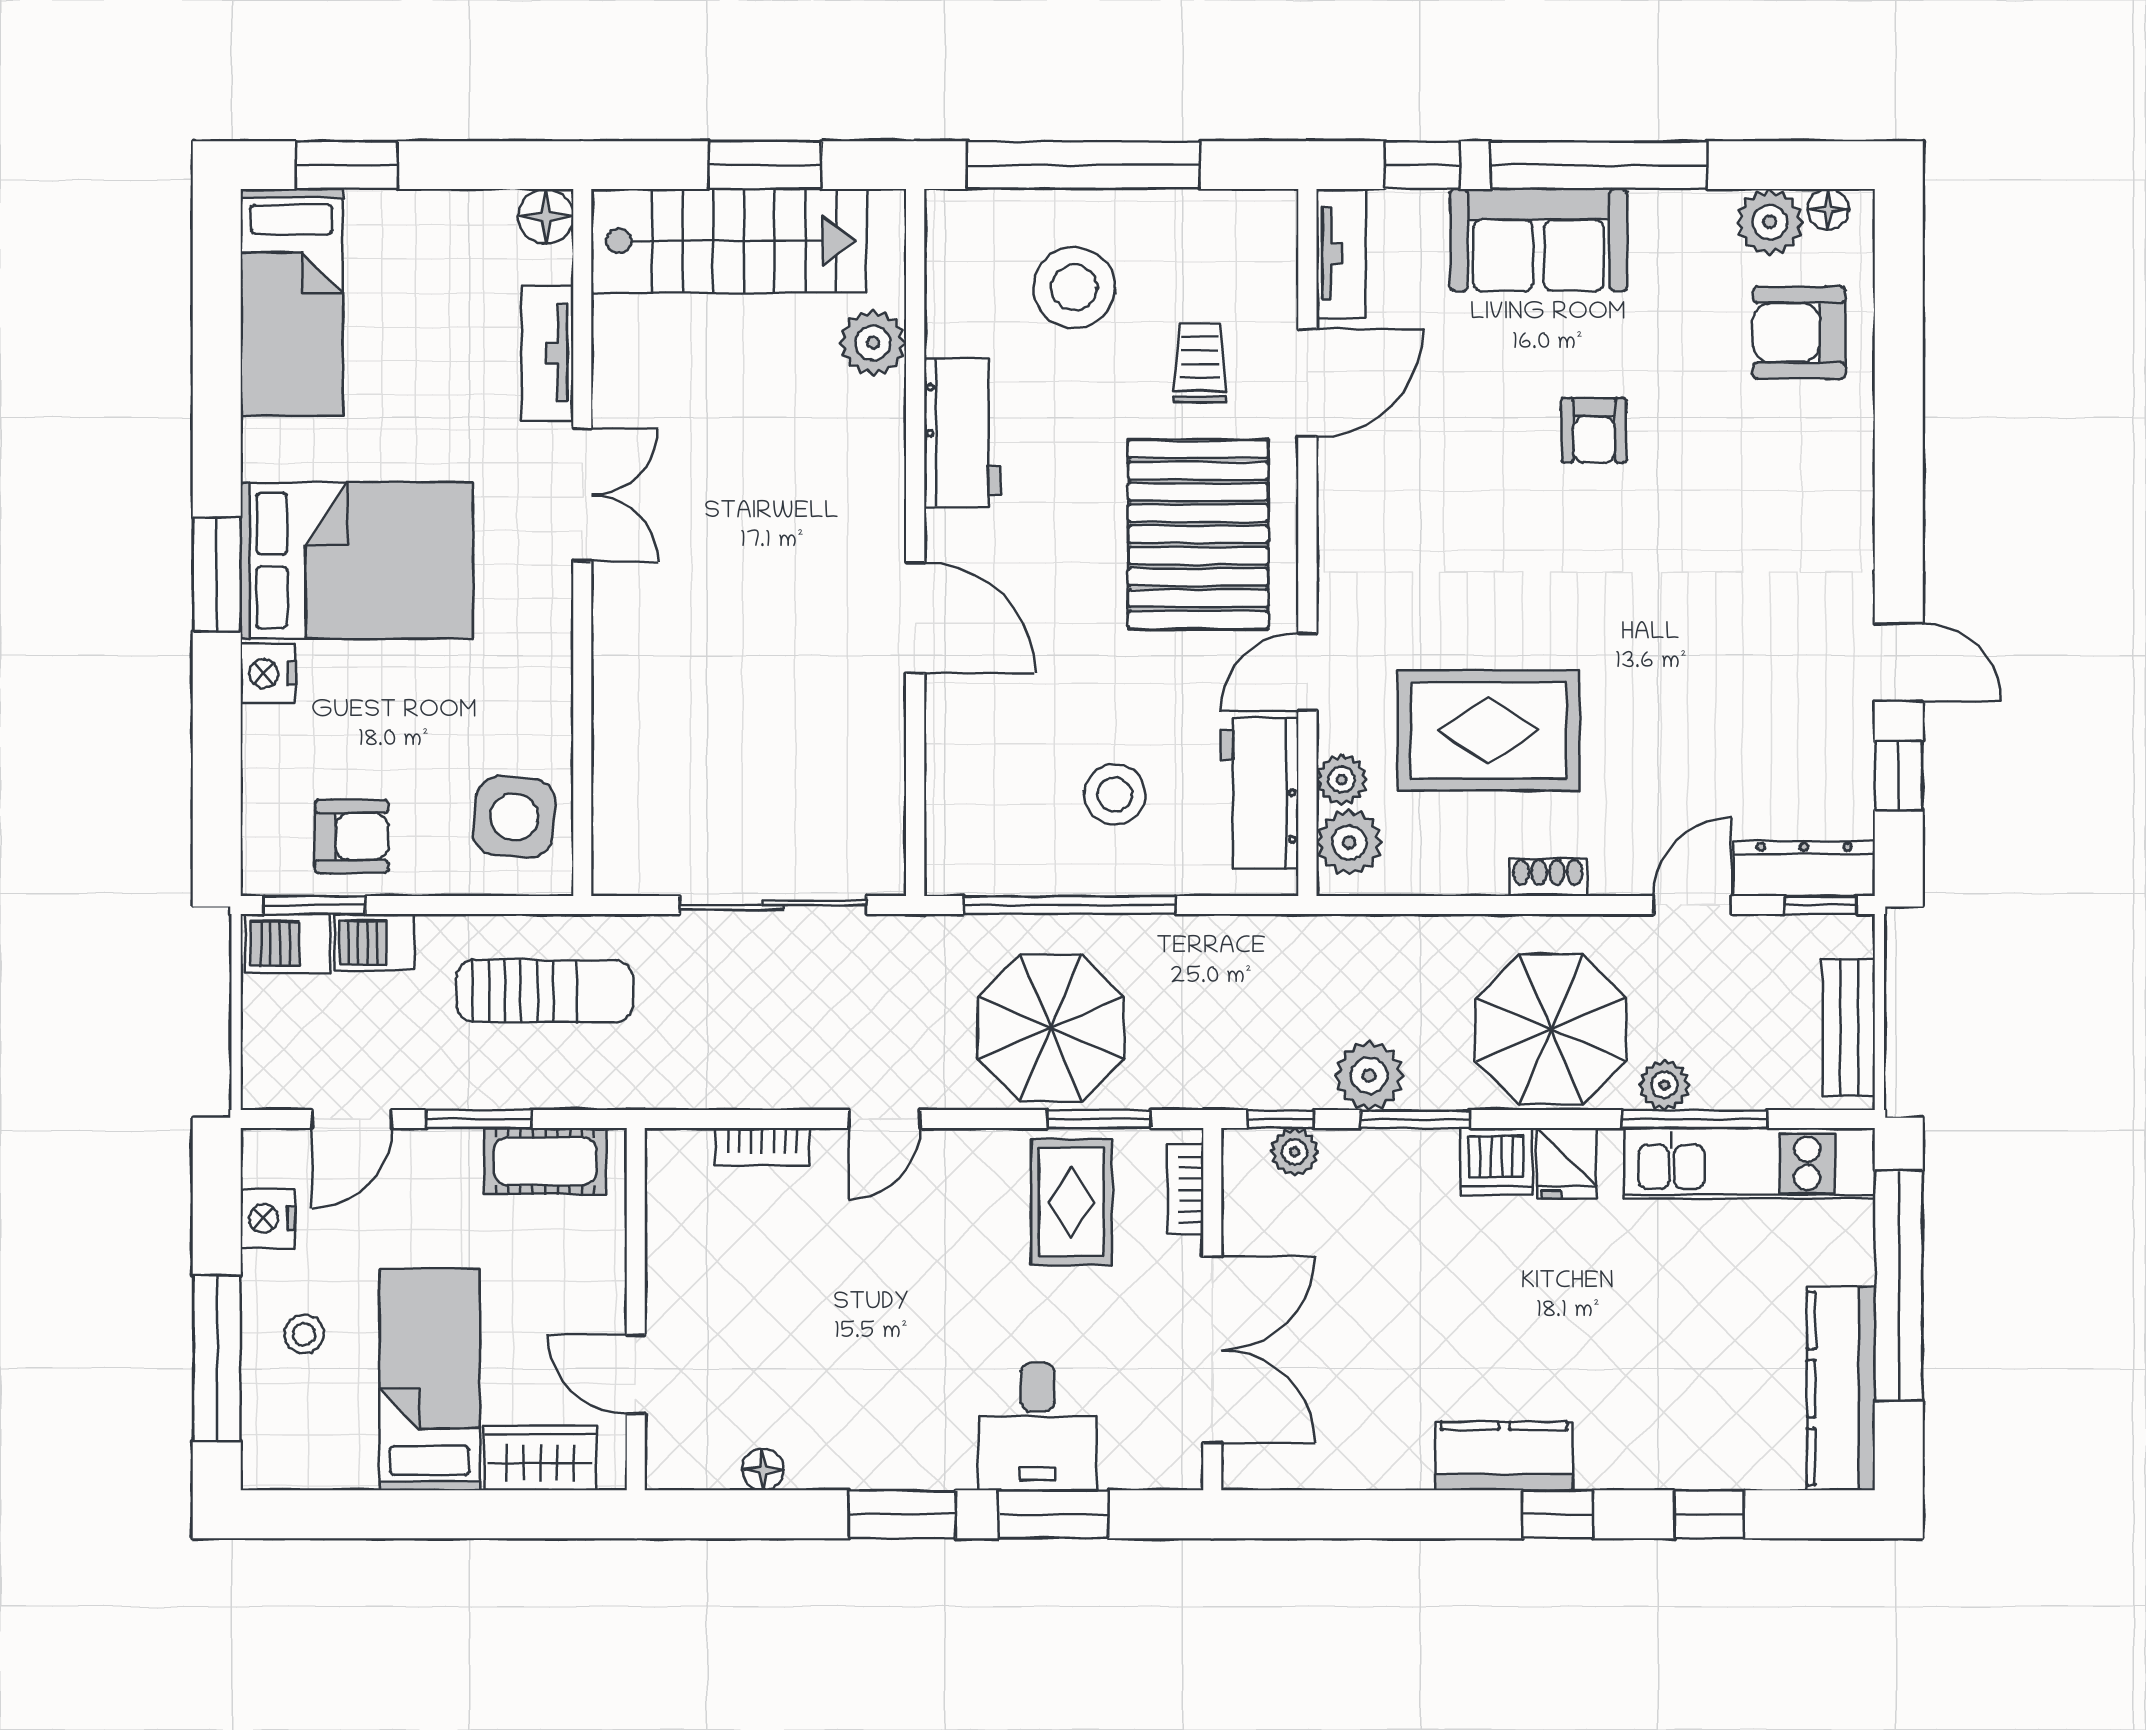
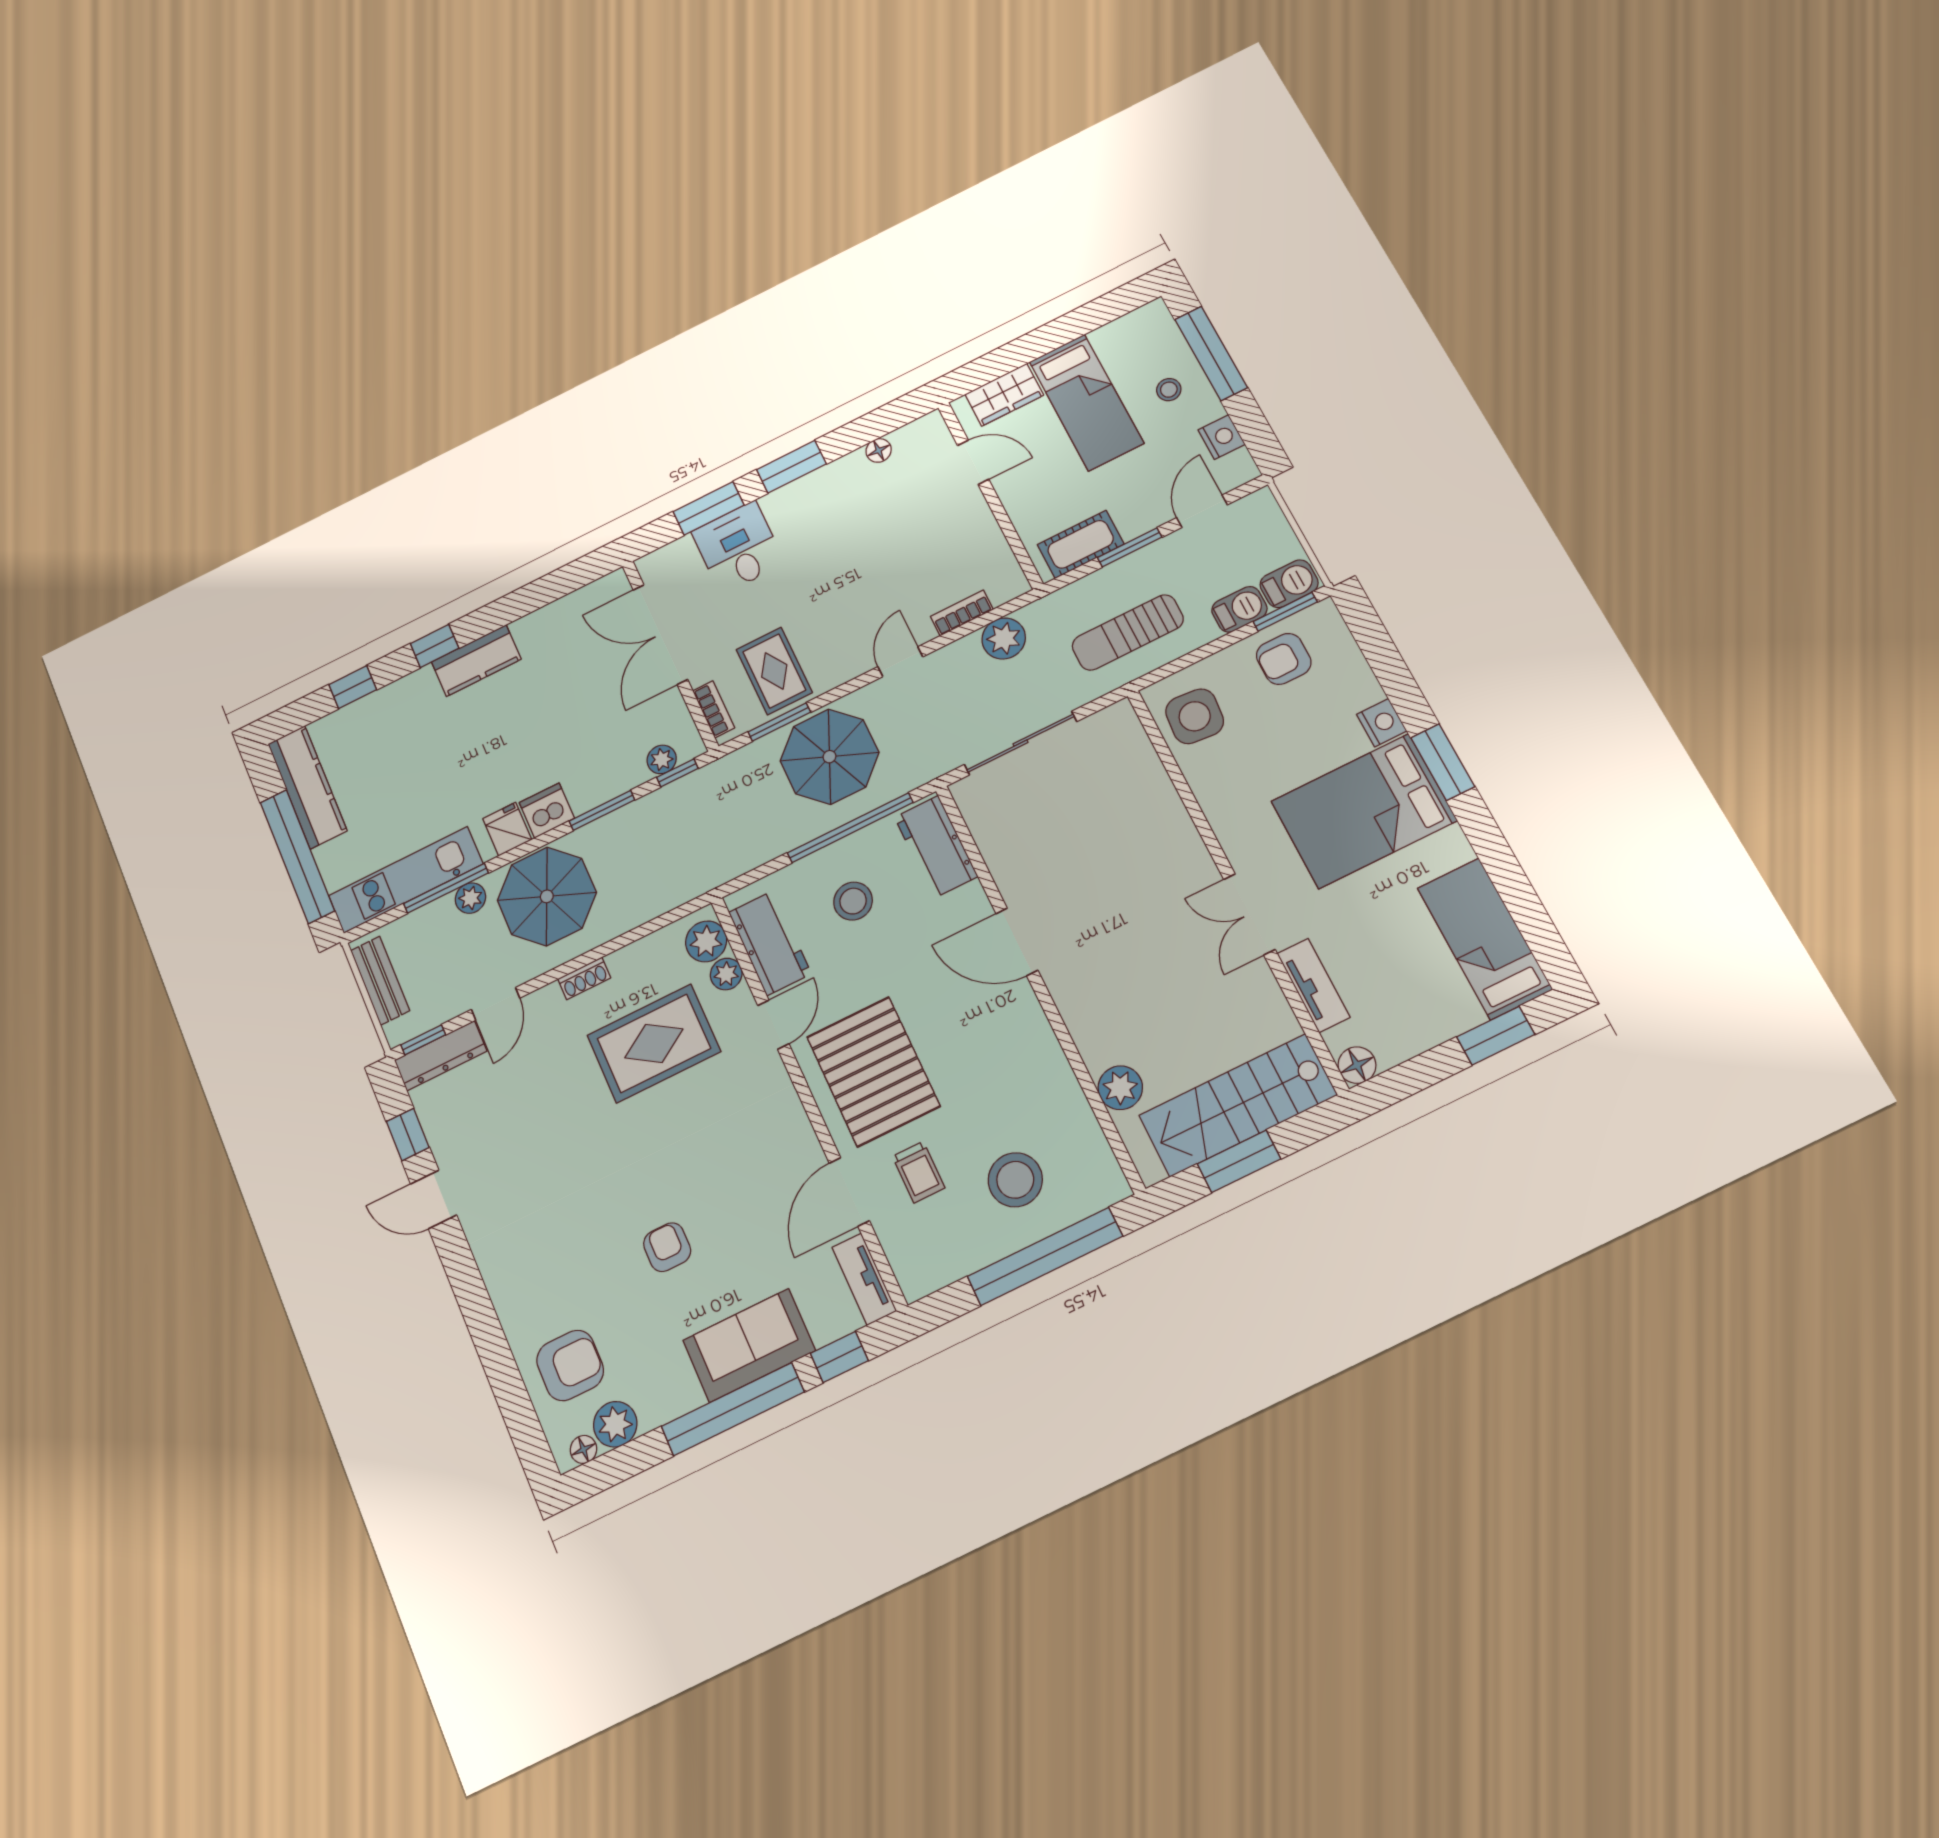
workbench: (962, 433) -> (936, 847), moved
plant: (1369, 1076) -> (1004, 638), moved

